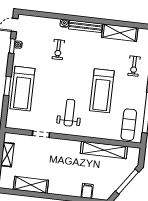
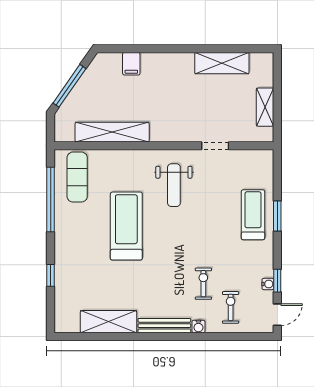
exercise bike: (134, 66) -> (231, 307), moved
treadmill: (23, 89) -> (253, 215), width x0.73, depth x0.73

